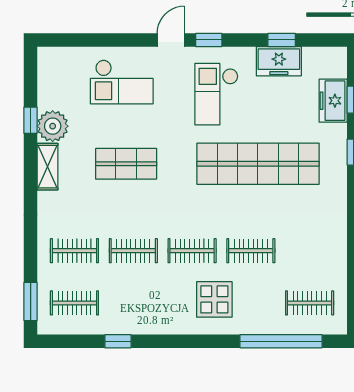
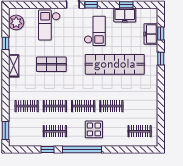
checkout: (122, 82) -> (49, 25), turned 90
checkout: (216, 94) -> (95, 31), turned 180
plant: (53, 126) -> (16, 22), moved
clothes rail: (74, 303) -> (55, 131), moved
window: (281, 341) -> (82, 150), moved

